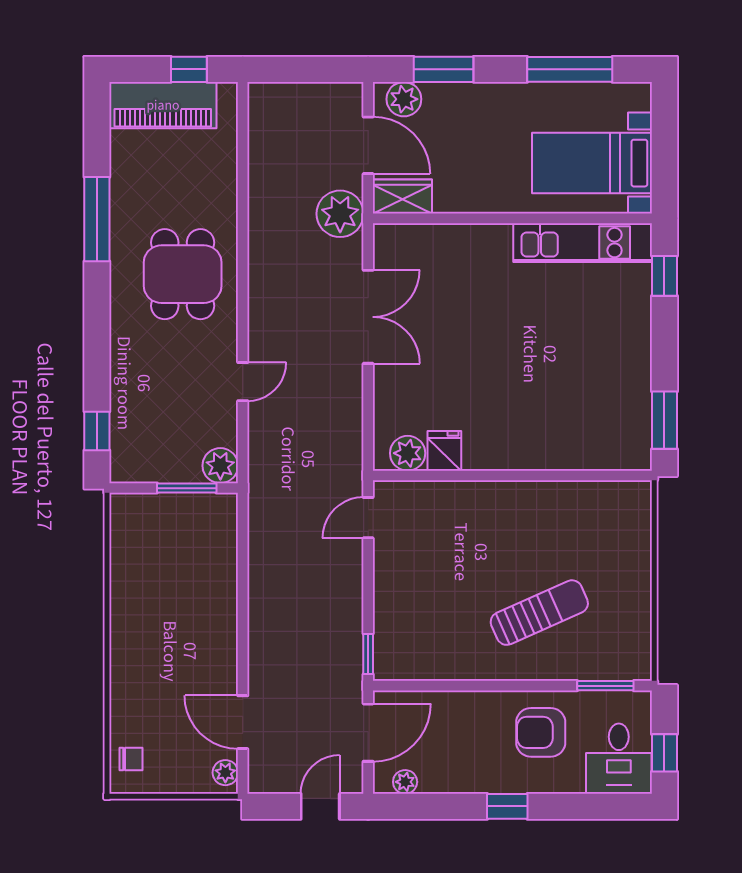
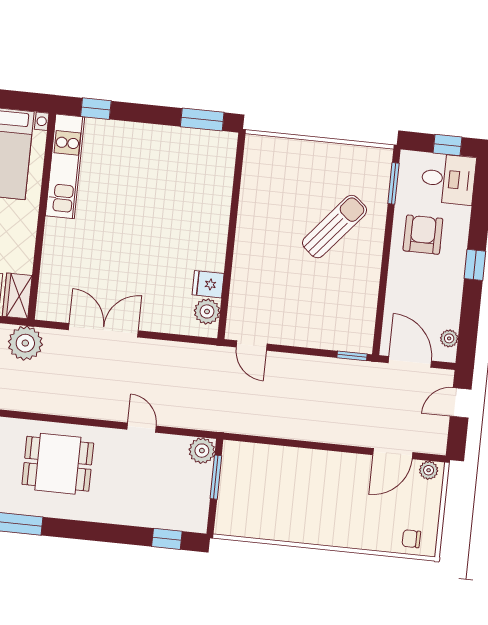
sun lounger: (539, 613) -> (335, 227), turned 64
armchair: (541, 732) -> (423, 235), turned 180
chair: (131, 759) -> (411, 539), turned -90
door: (320, 806) -> (461, 403), hinge flipped

